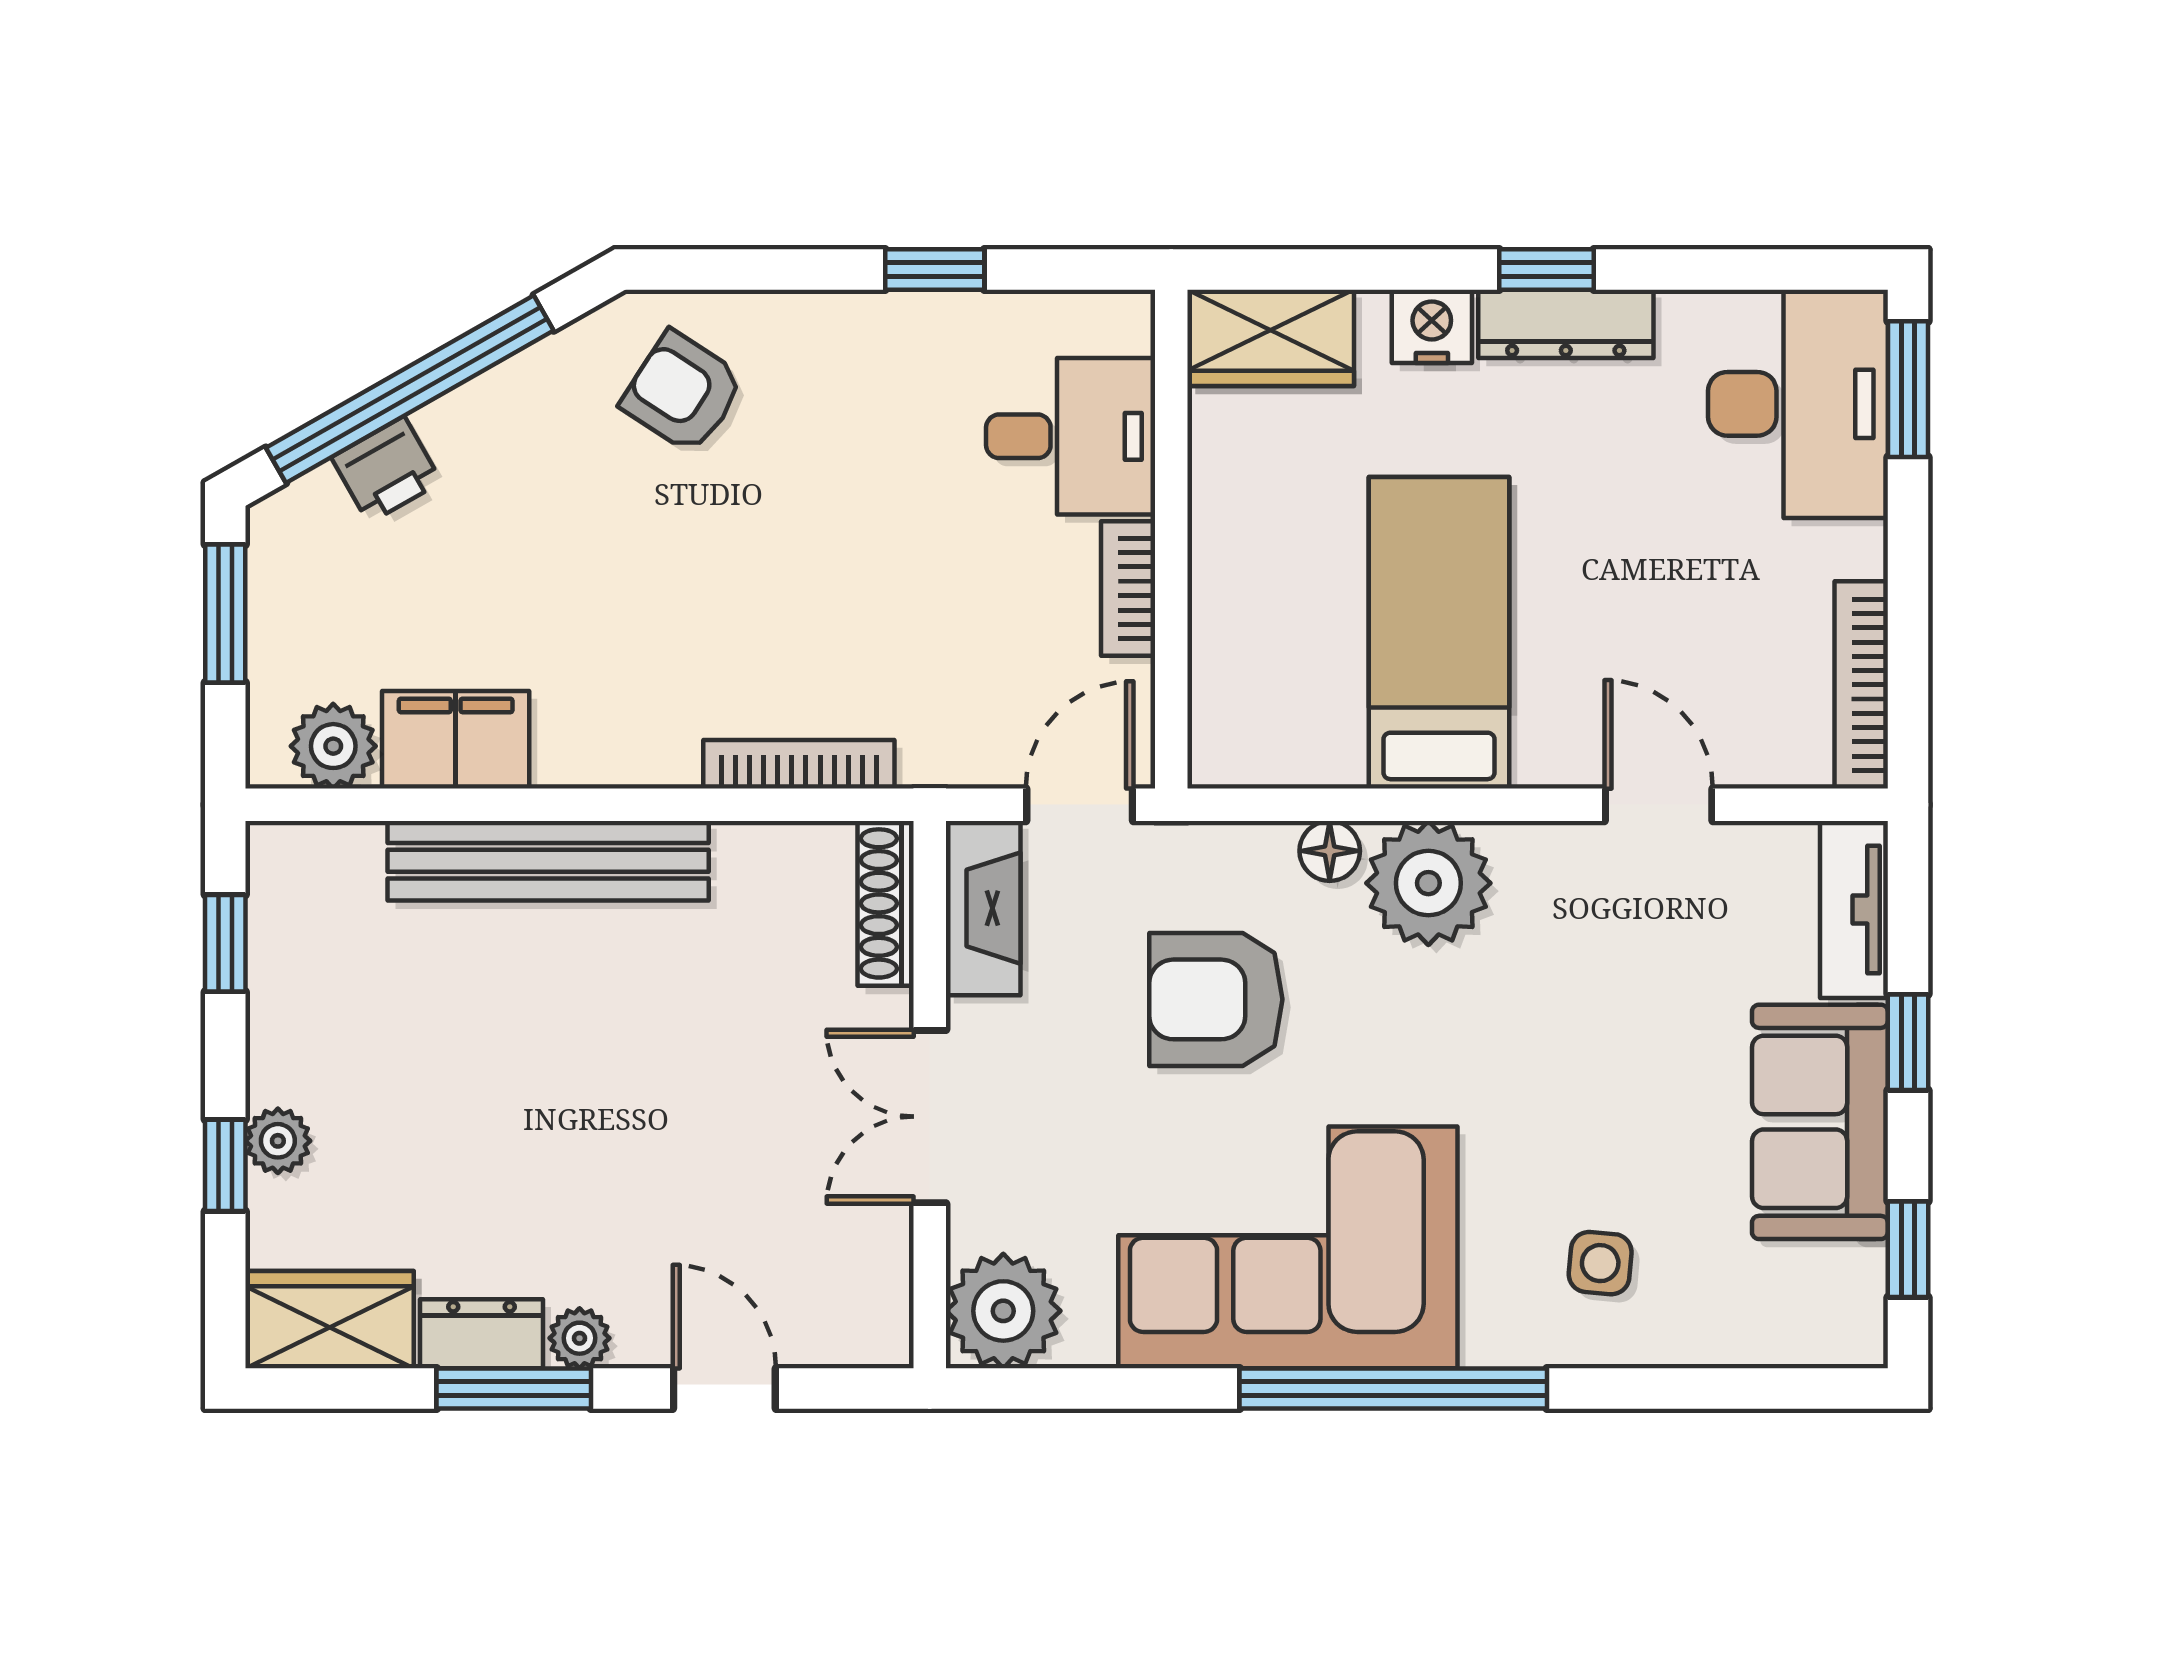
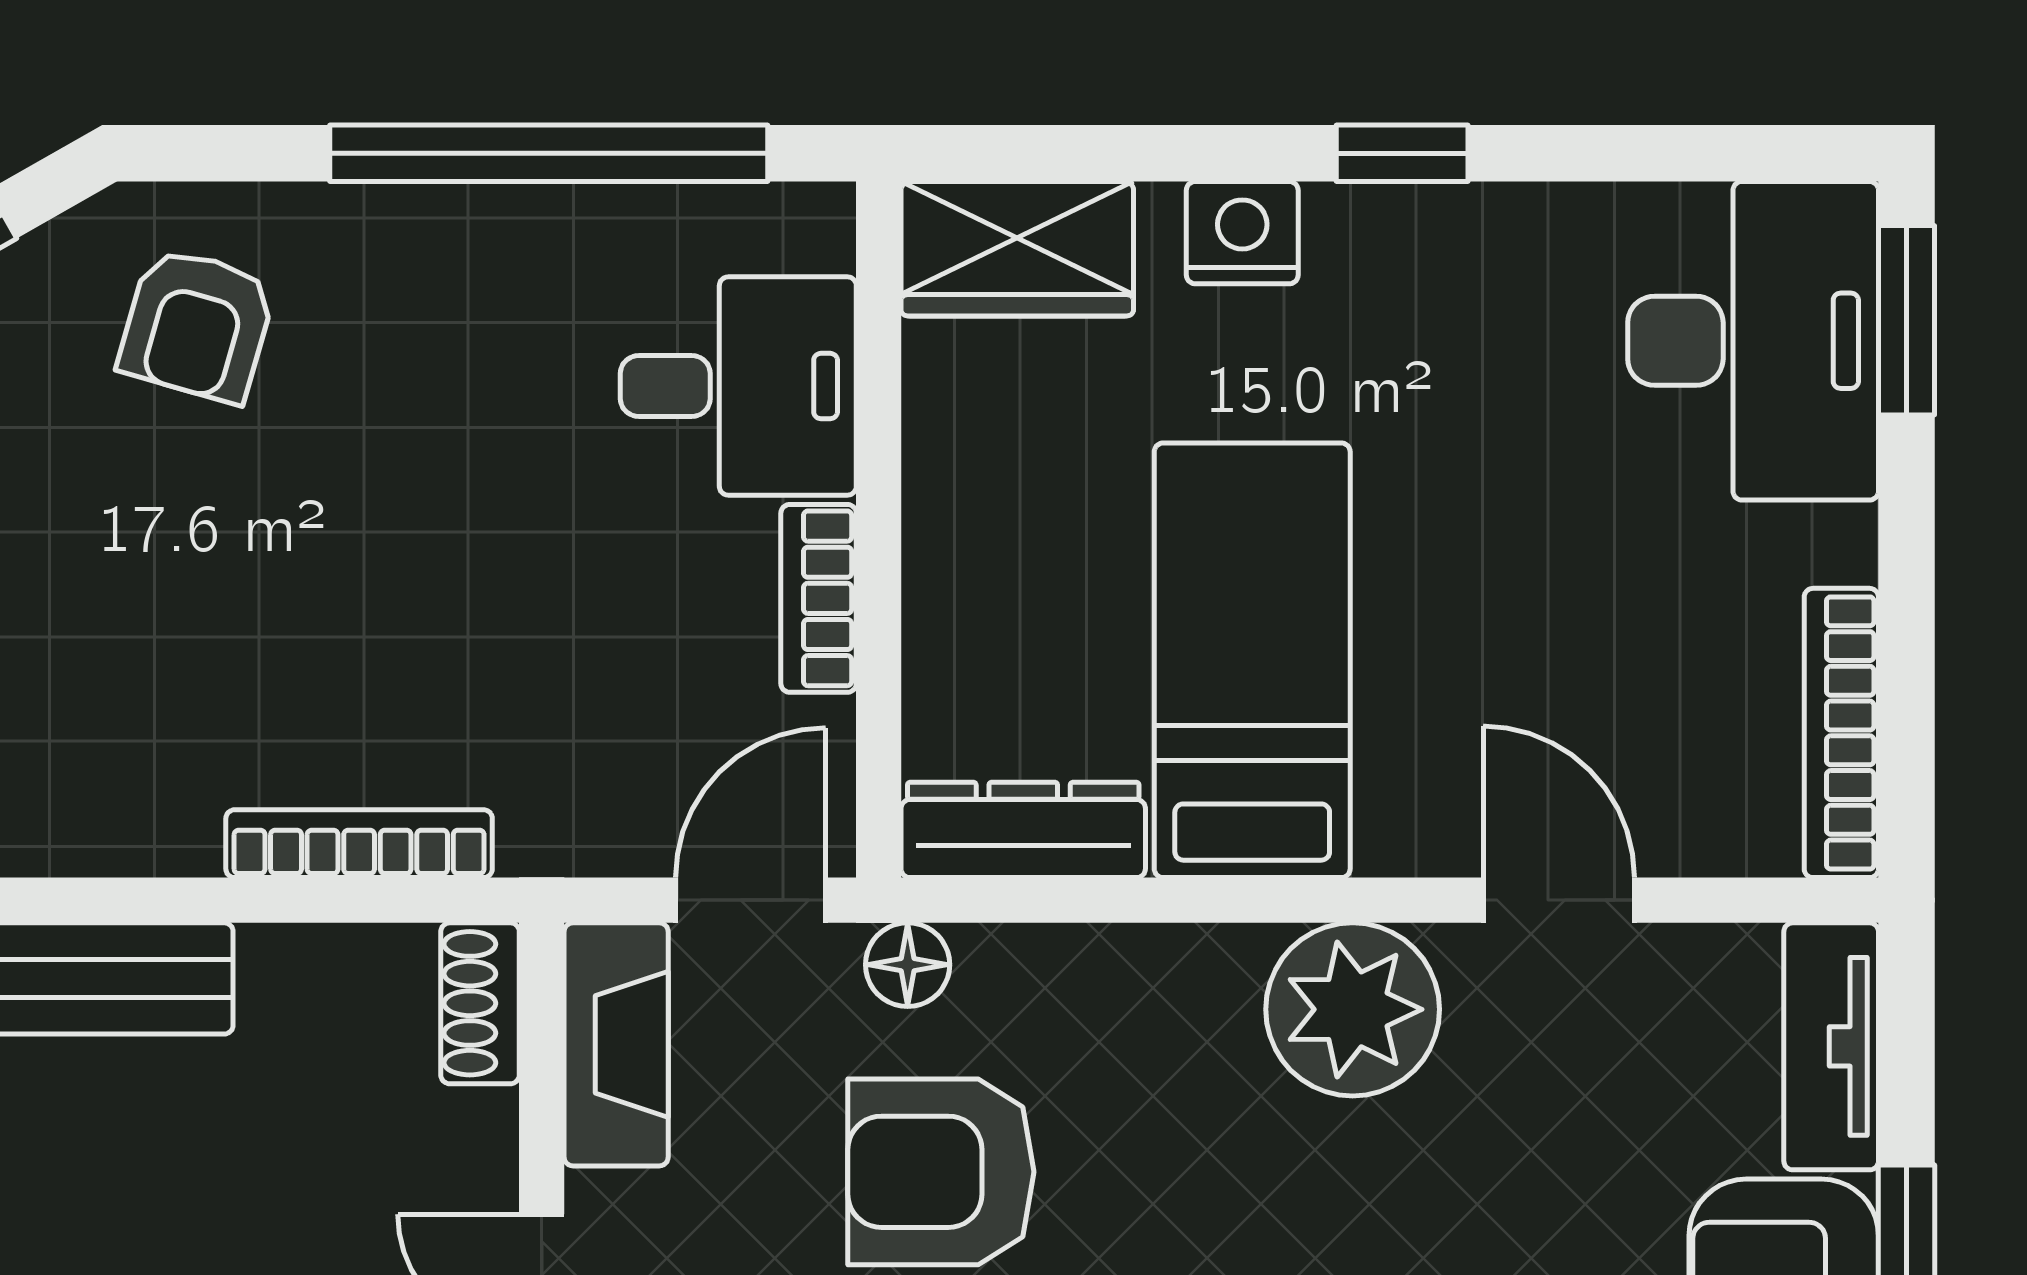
window: (935, 269) -> (549, 153), width x3.17
dresser: (1566, 324) -> (1023, 830), moved, turned 180
armchair: (683, 392) -> (197, 325), turned -107
floor lamp: (1330, 851) -> (908, 965), moved
plant: (1428, 883) -> (1353, 1009), moved
shoe rack: (886, 903) -> (480, 1003), width x0.70

